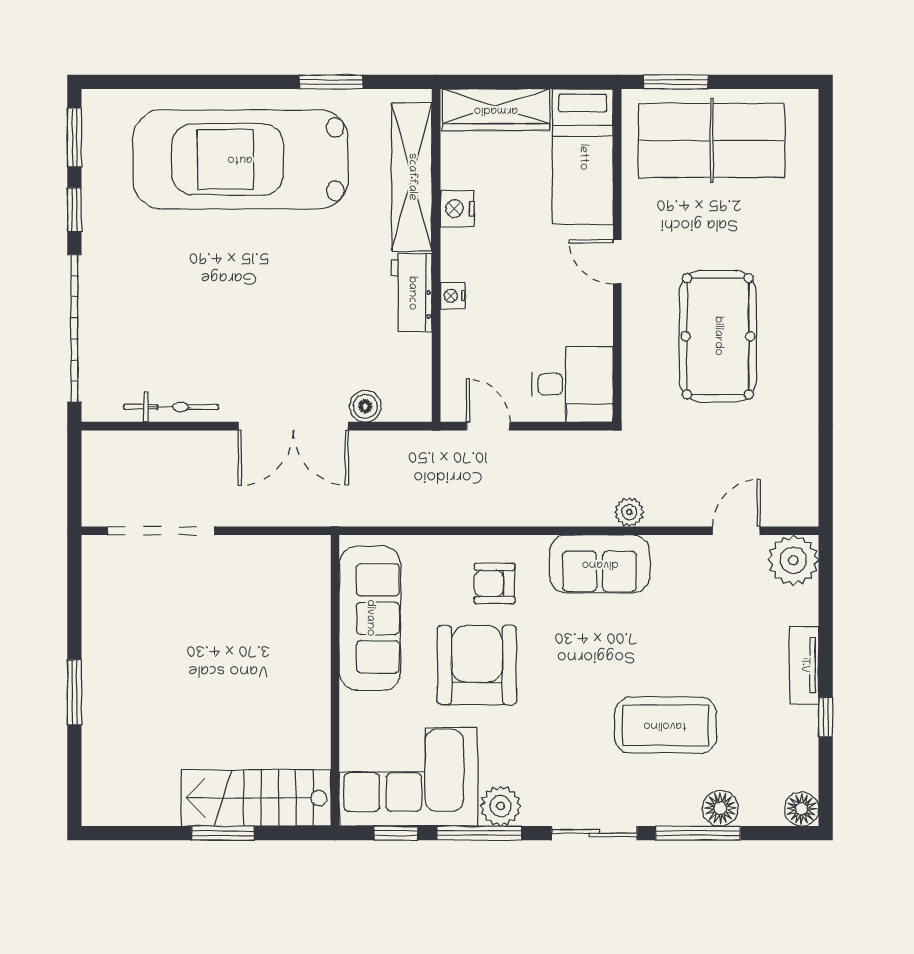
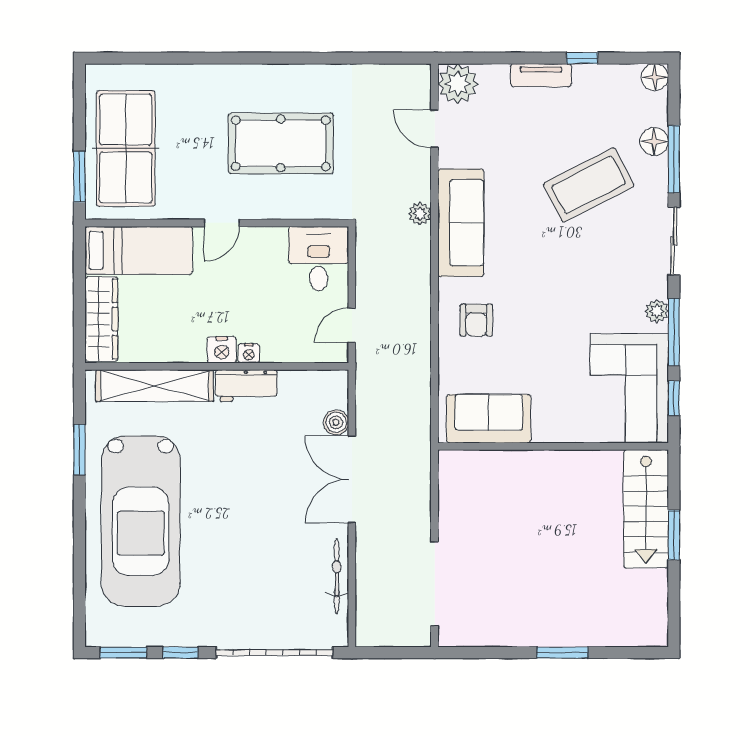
nightstand: (457, 209) -> (222, 350), moved
double door: (293, 426) -> (352, 479), swing flipped
sofa: (600, 564) -> (461, 223), width x1.36
sofa: (370, 618) -> (489, 419), width x0.73
armchair: (477, 665) -> (541, 334), removed
coffee table: (665, 725) -> (589, 185), turned 63
plant: (500, 806) -> (657, 311), width x0.73, depth x0.73

